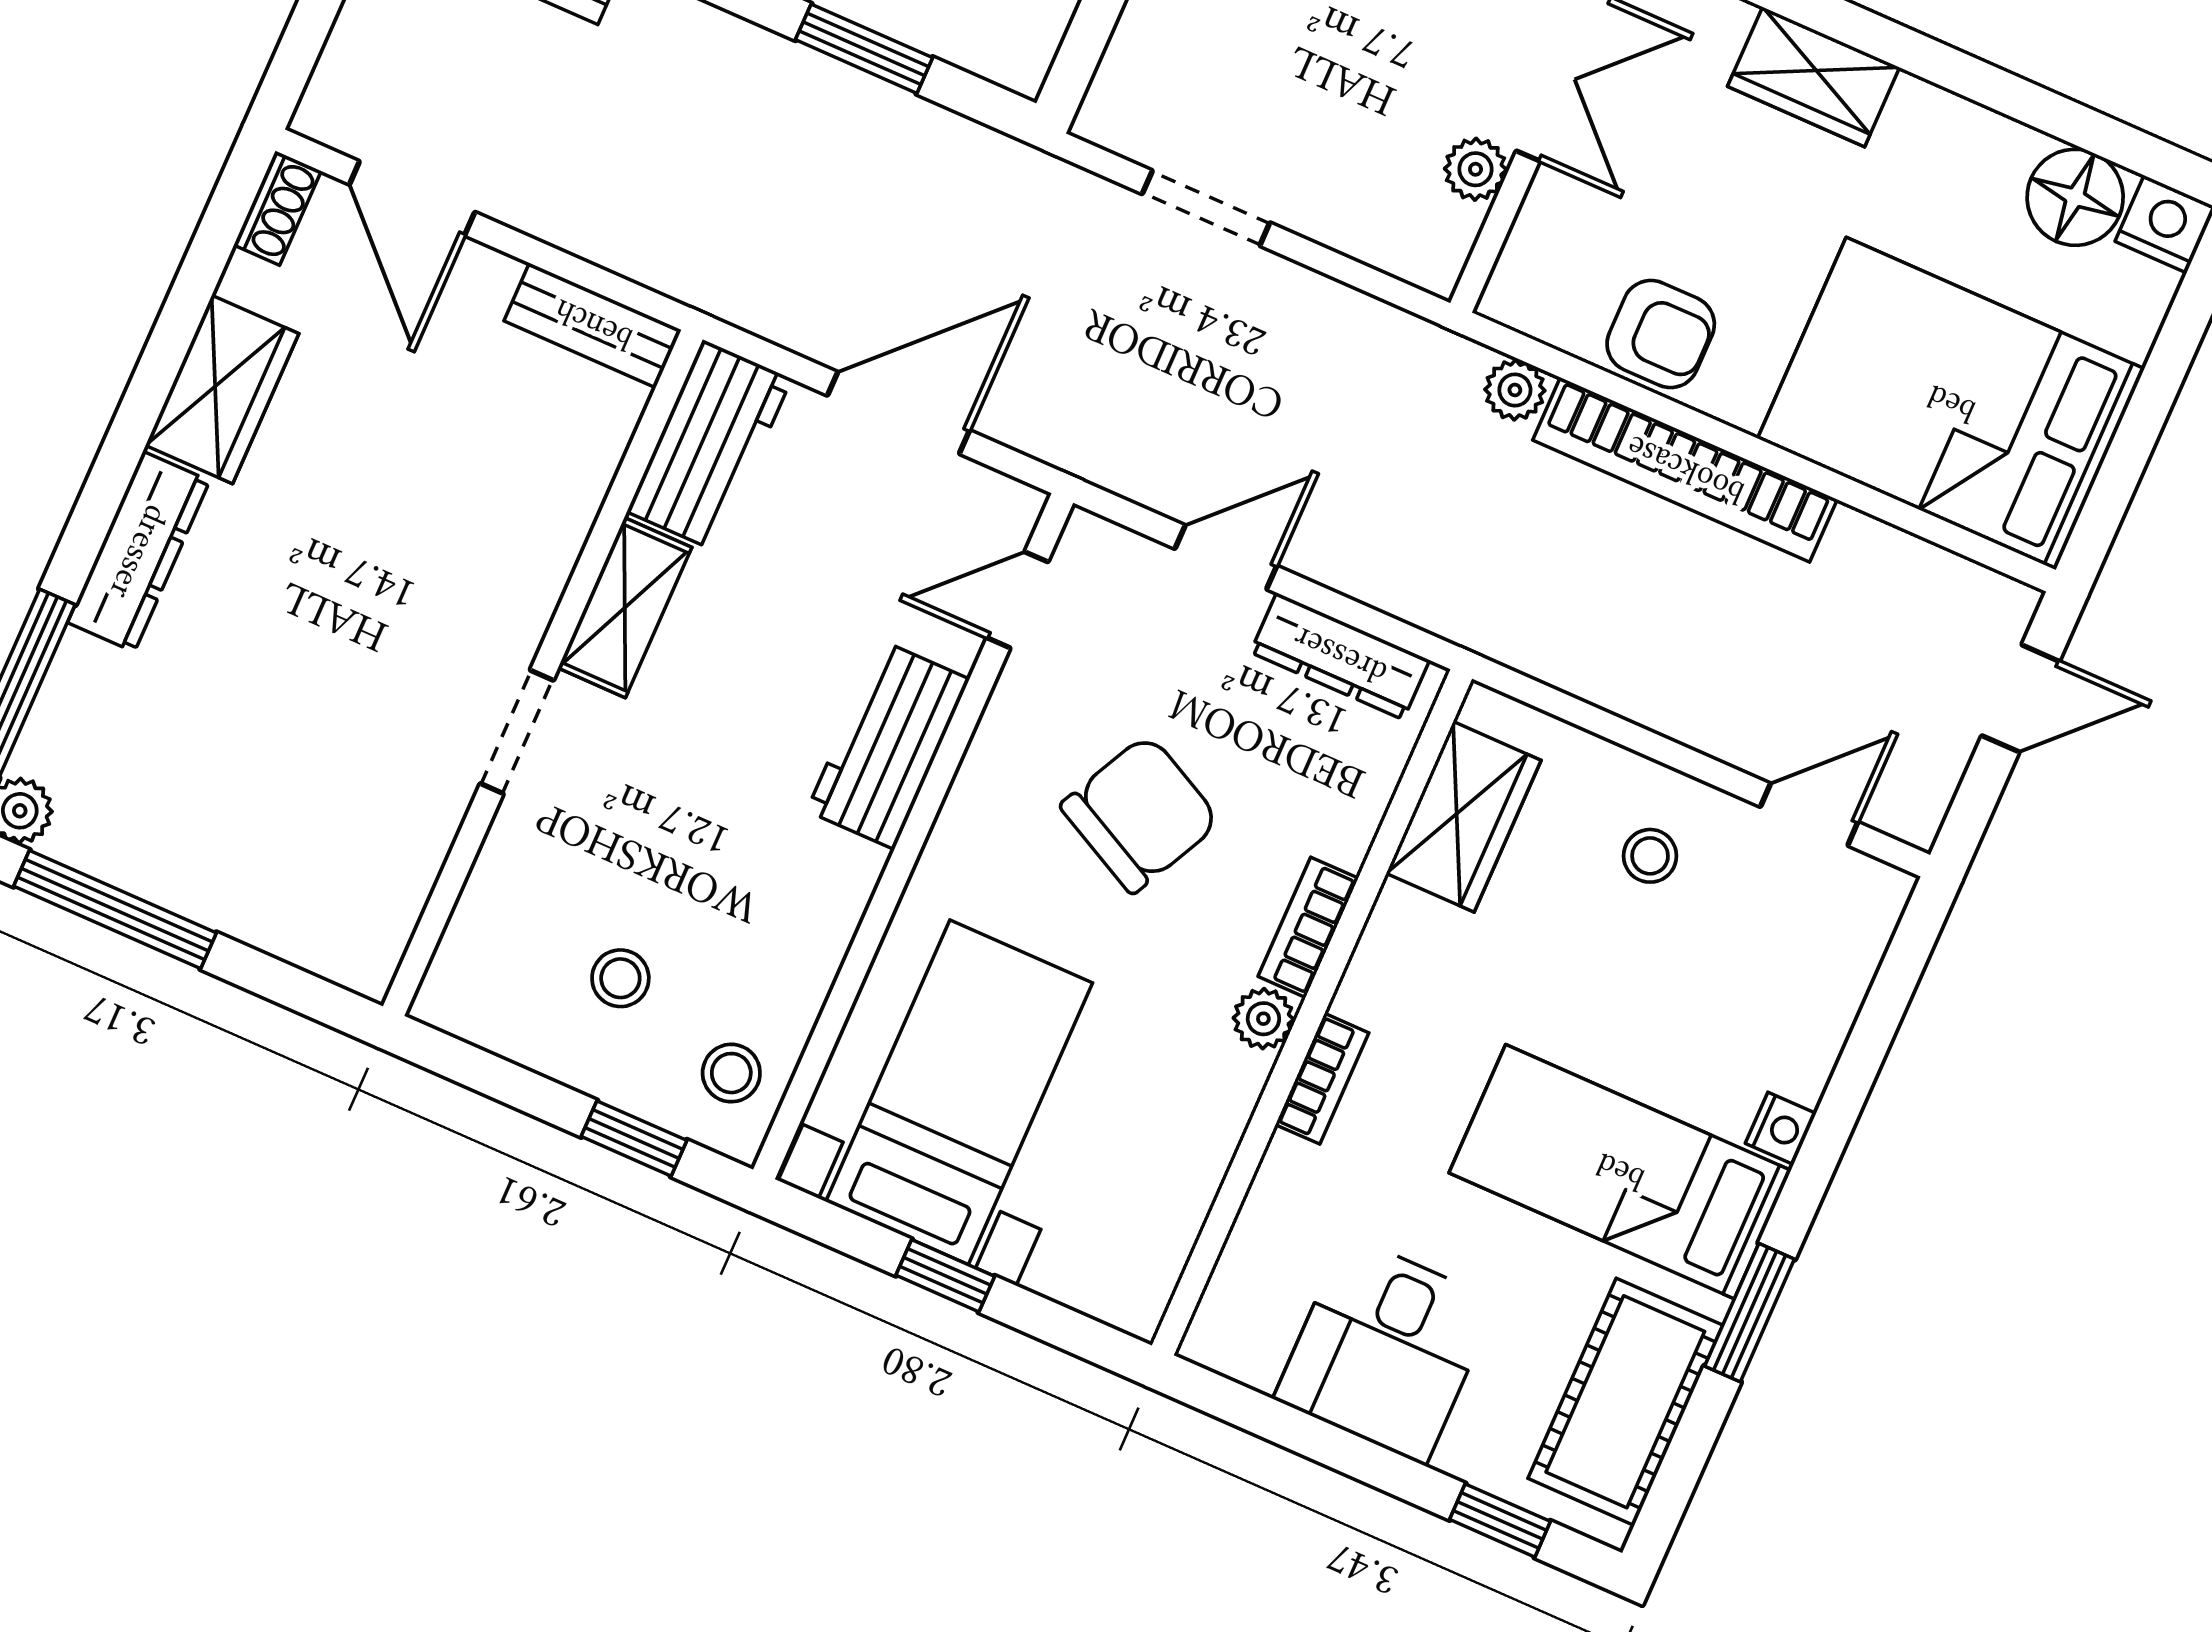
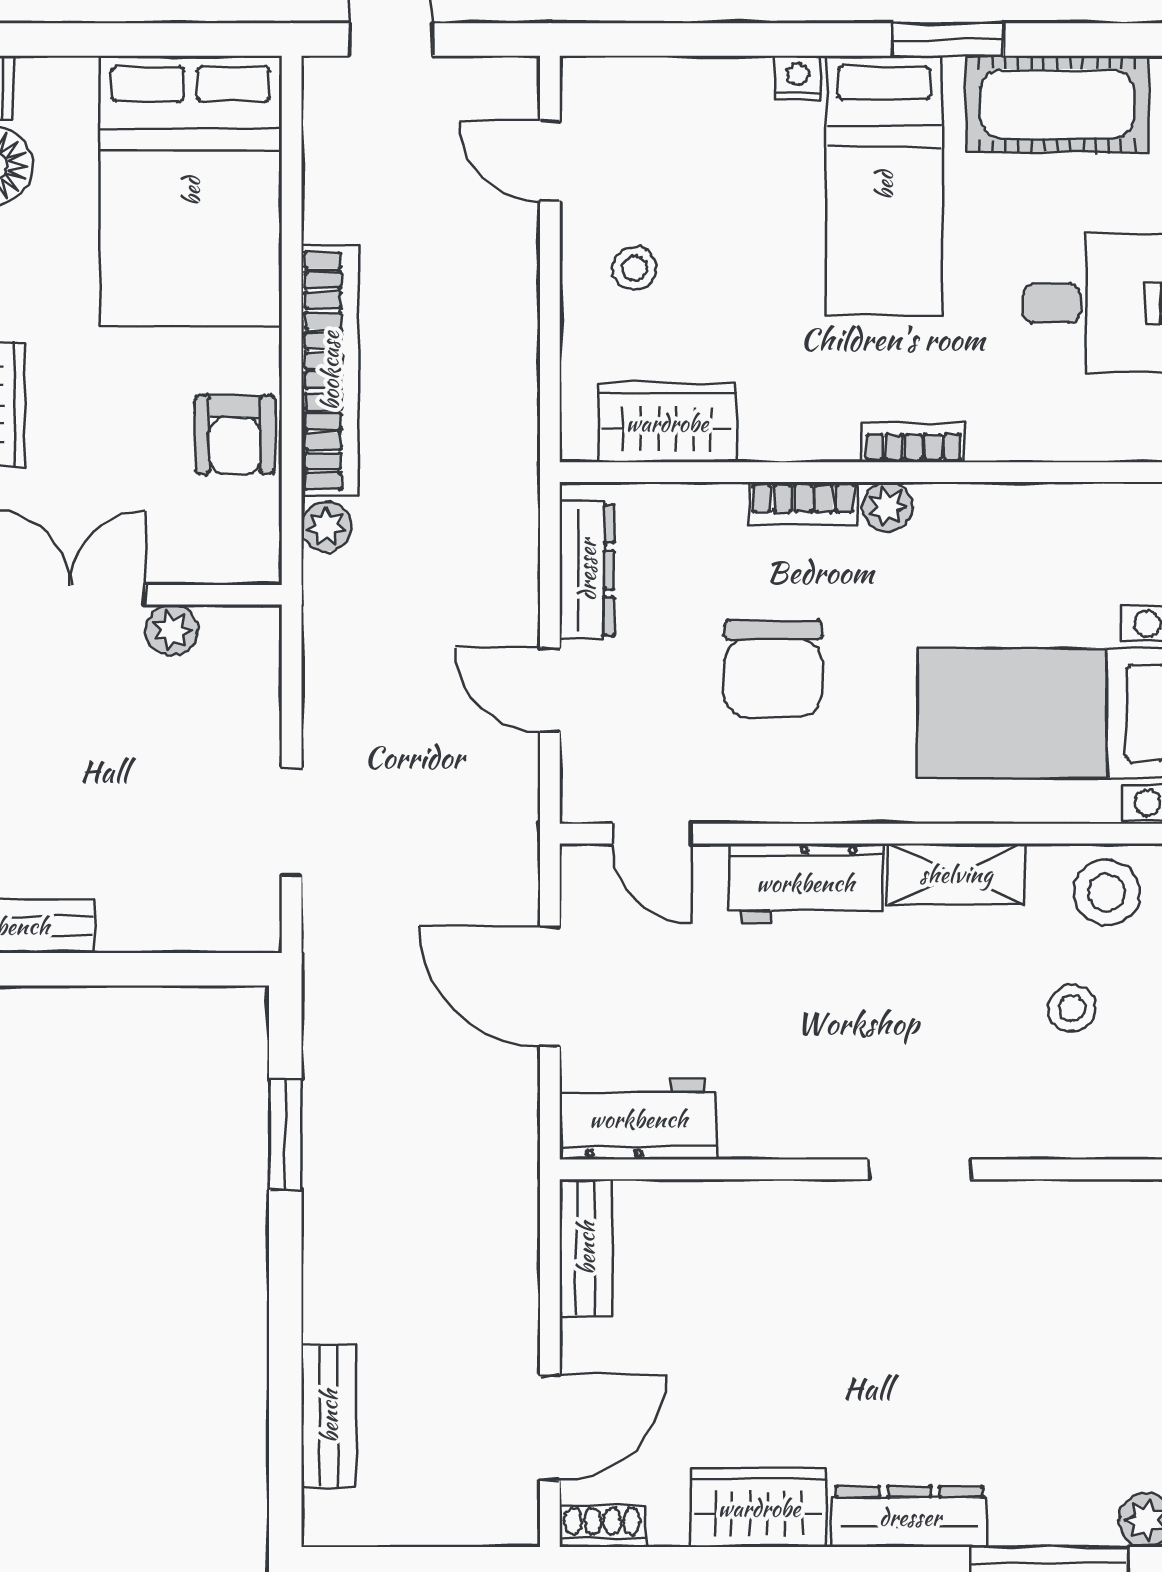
armchair: (1661, 334) -> (235, 435), turned 180
shelving: (625, 608) -> (956, 874), moved
chair: (1140, 814) -> (773, 669), turned -117
stool: (731, 1073) -> (1107, 892), width x1.37, depth x1.37

